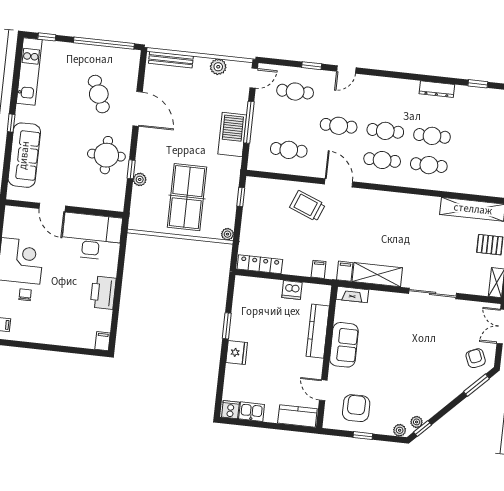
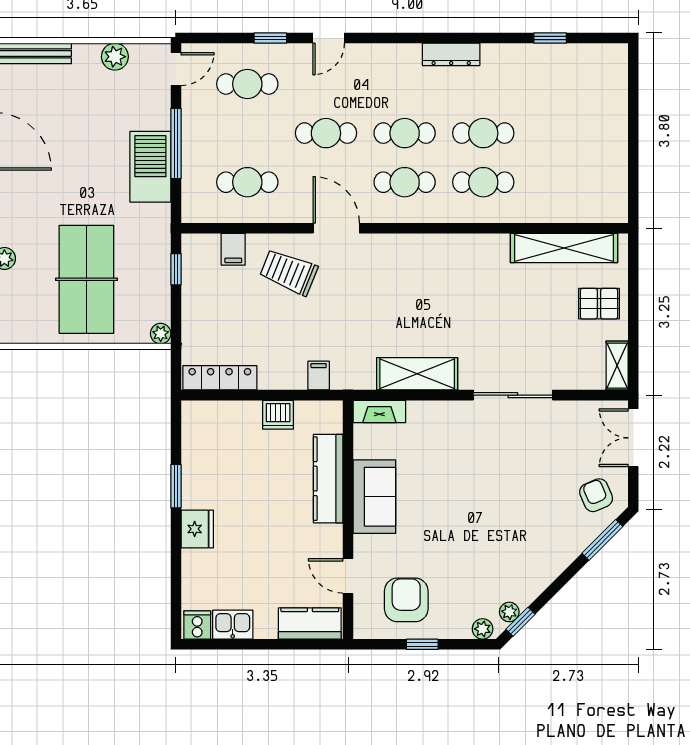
dresser: (437, 89) -> (451, 54), moved
filing cabinet: (345, 271) -> (233, 249), moved, turned 180

